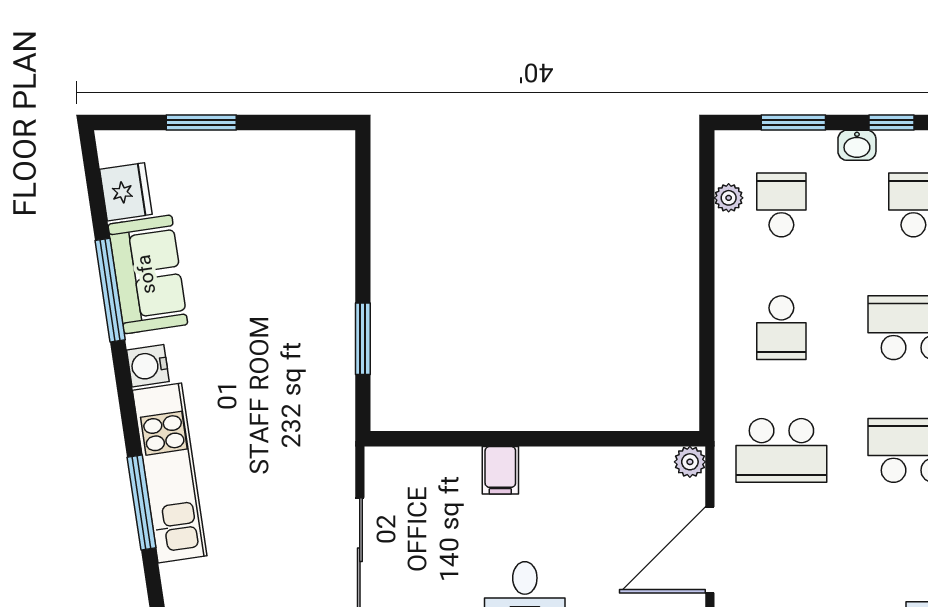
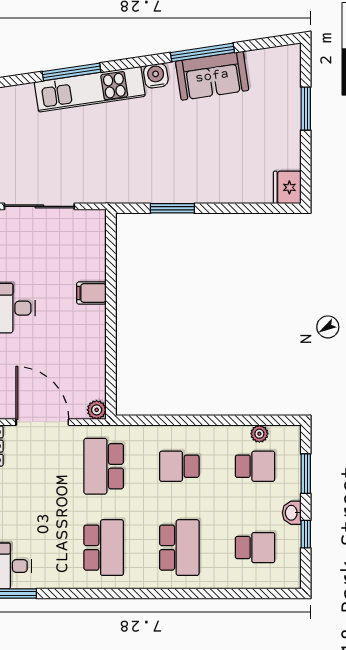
fridge: (126, 192) -> (287, 187), moved, turned 98

